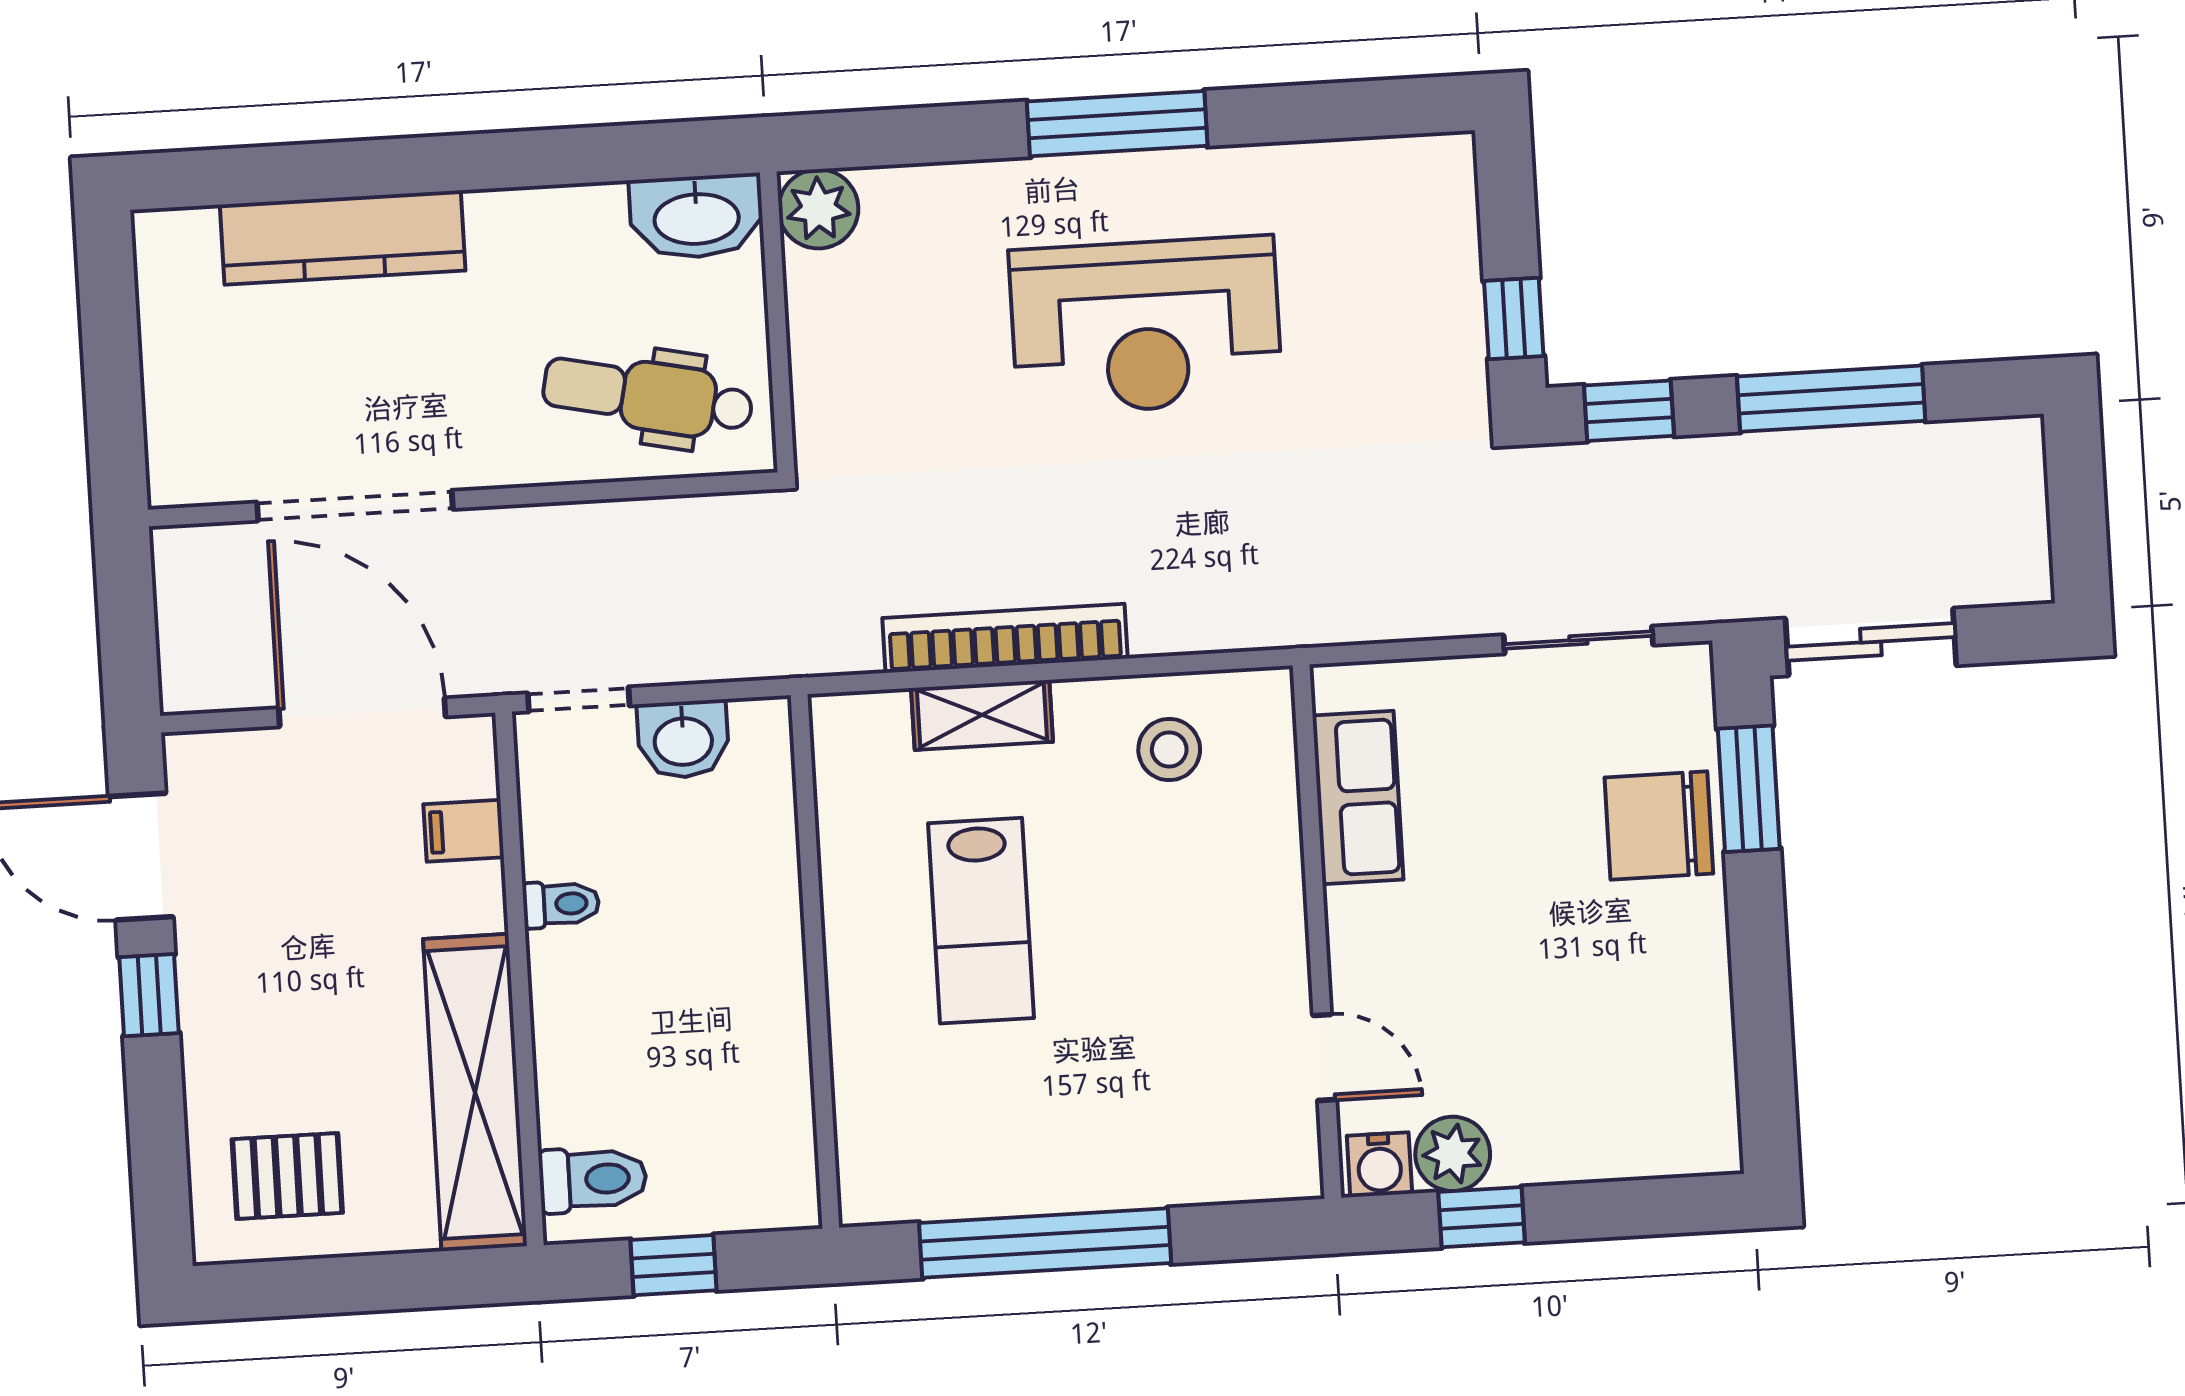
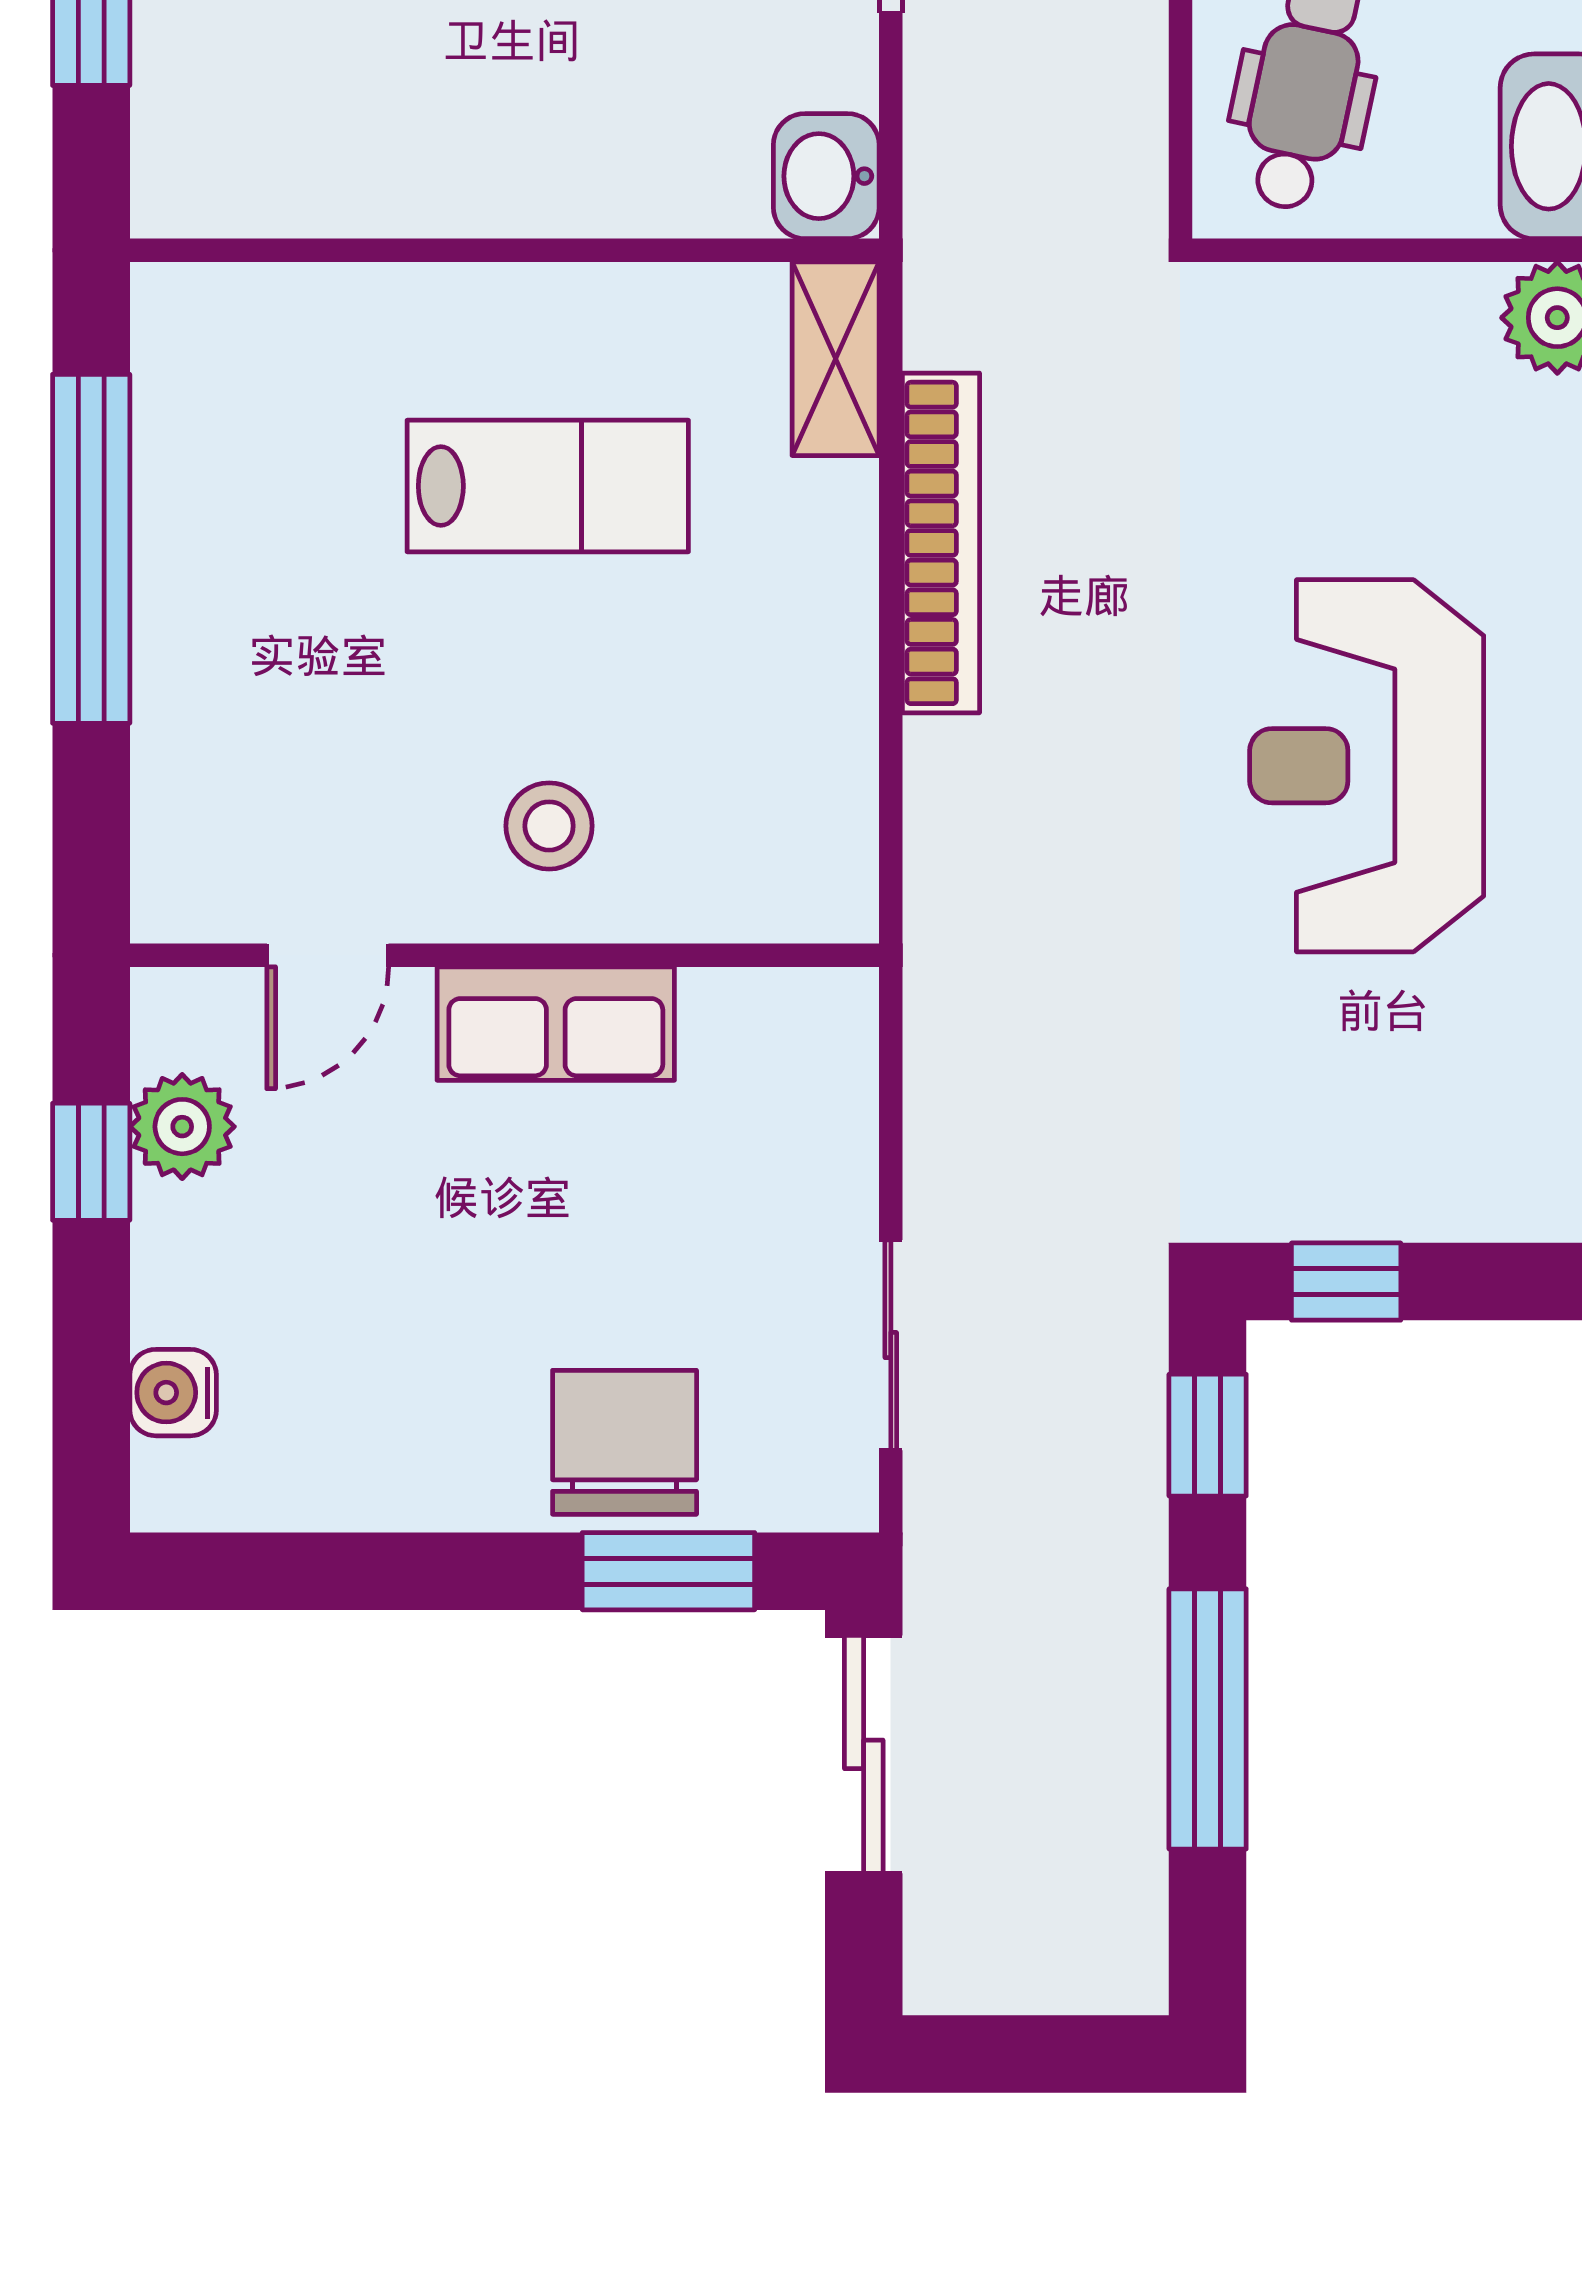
shelving: (982, 715) -> (836, 359), moved
washbasin: (683, 739) -> (826, 176), moved
stool: (1169, 750) -> (549, 826), moved
row of seats: (1358, 798) -> (556, 1024), moved
lab bench: (981, 921) -> (548, 486), turned 180
water cooler: (1379, 1165) -> (173, 1393), moved

